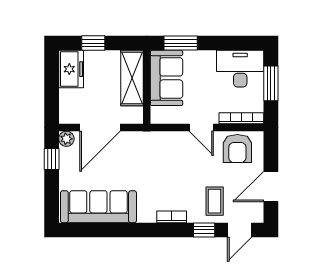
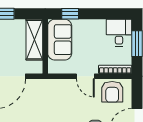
window: (181, 43) -> (70, 14), width x0.67
desk: (240, 69) -> (119, 33), width x0.73

